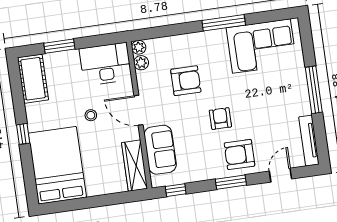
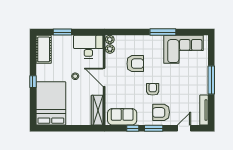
sofa: (160, 150) -> (122, 117), moved, turned -90
window: (176, 190) -> (133, 128), moved

